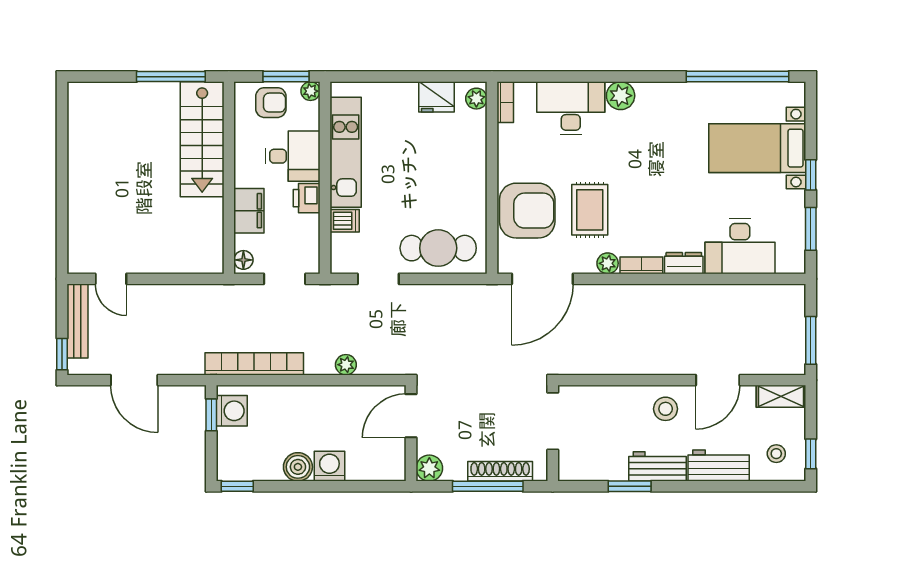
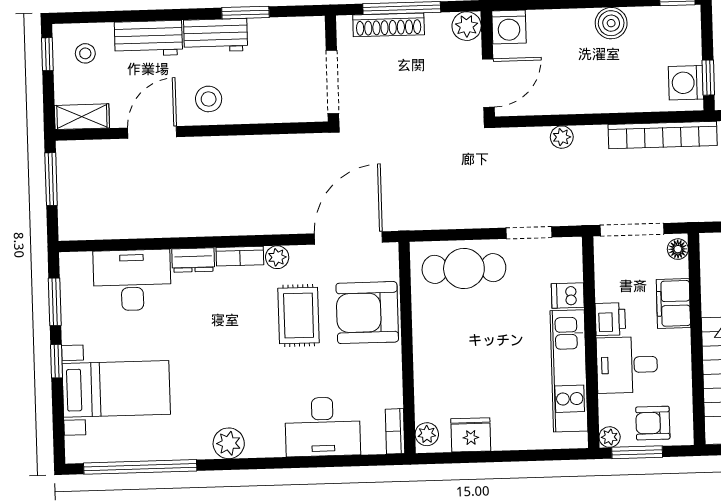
plant: (621, 96) -> (229, 443), moved
doorway: (285, 279) -> (632, 230), width x1.38
washing machine: (329, 466) -> (509, 27), moved

